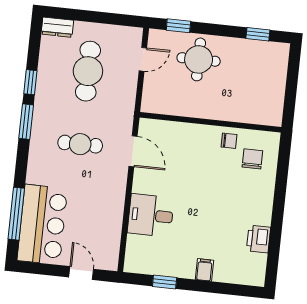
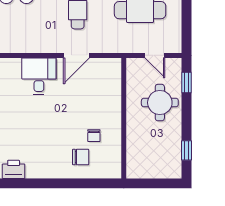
wall: (210, 122) -> (124, 118), moved
desk: (151, 215) -> (39, 76), moved

